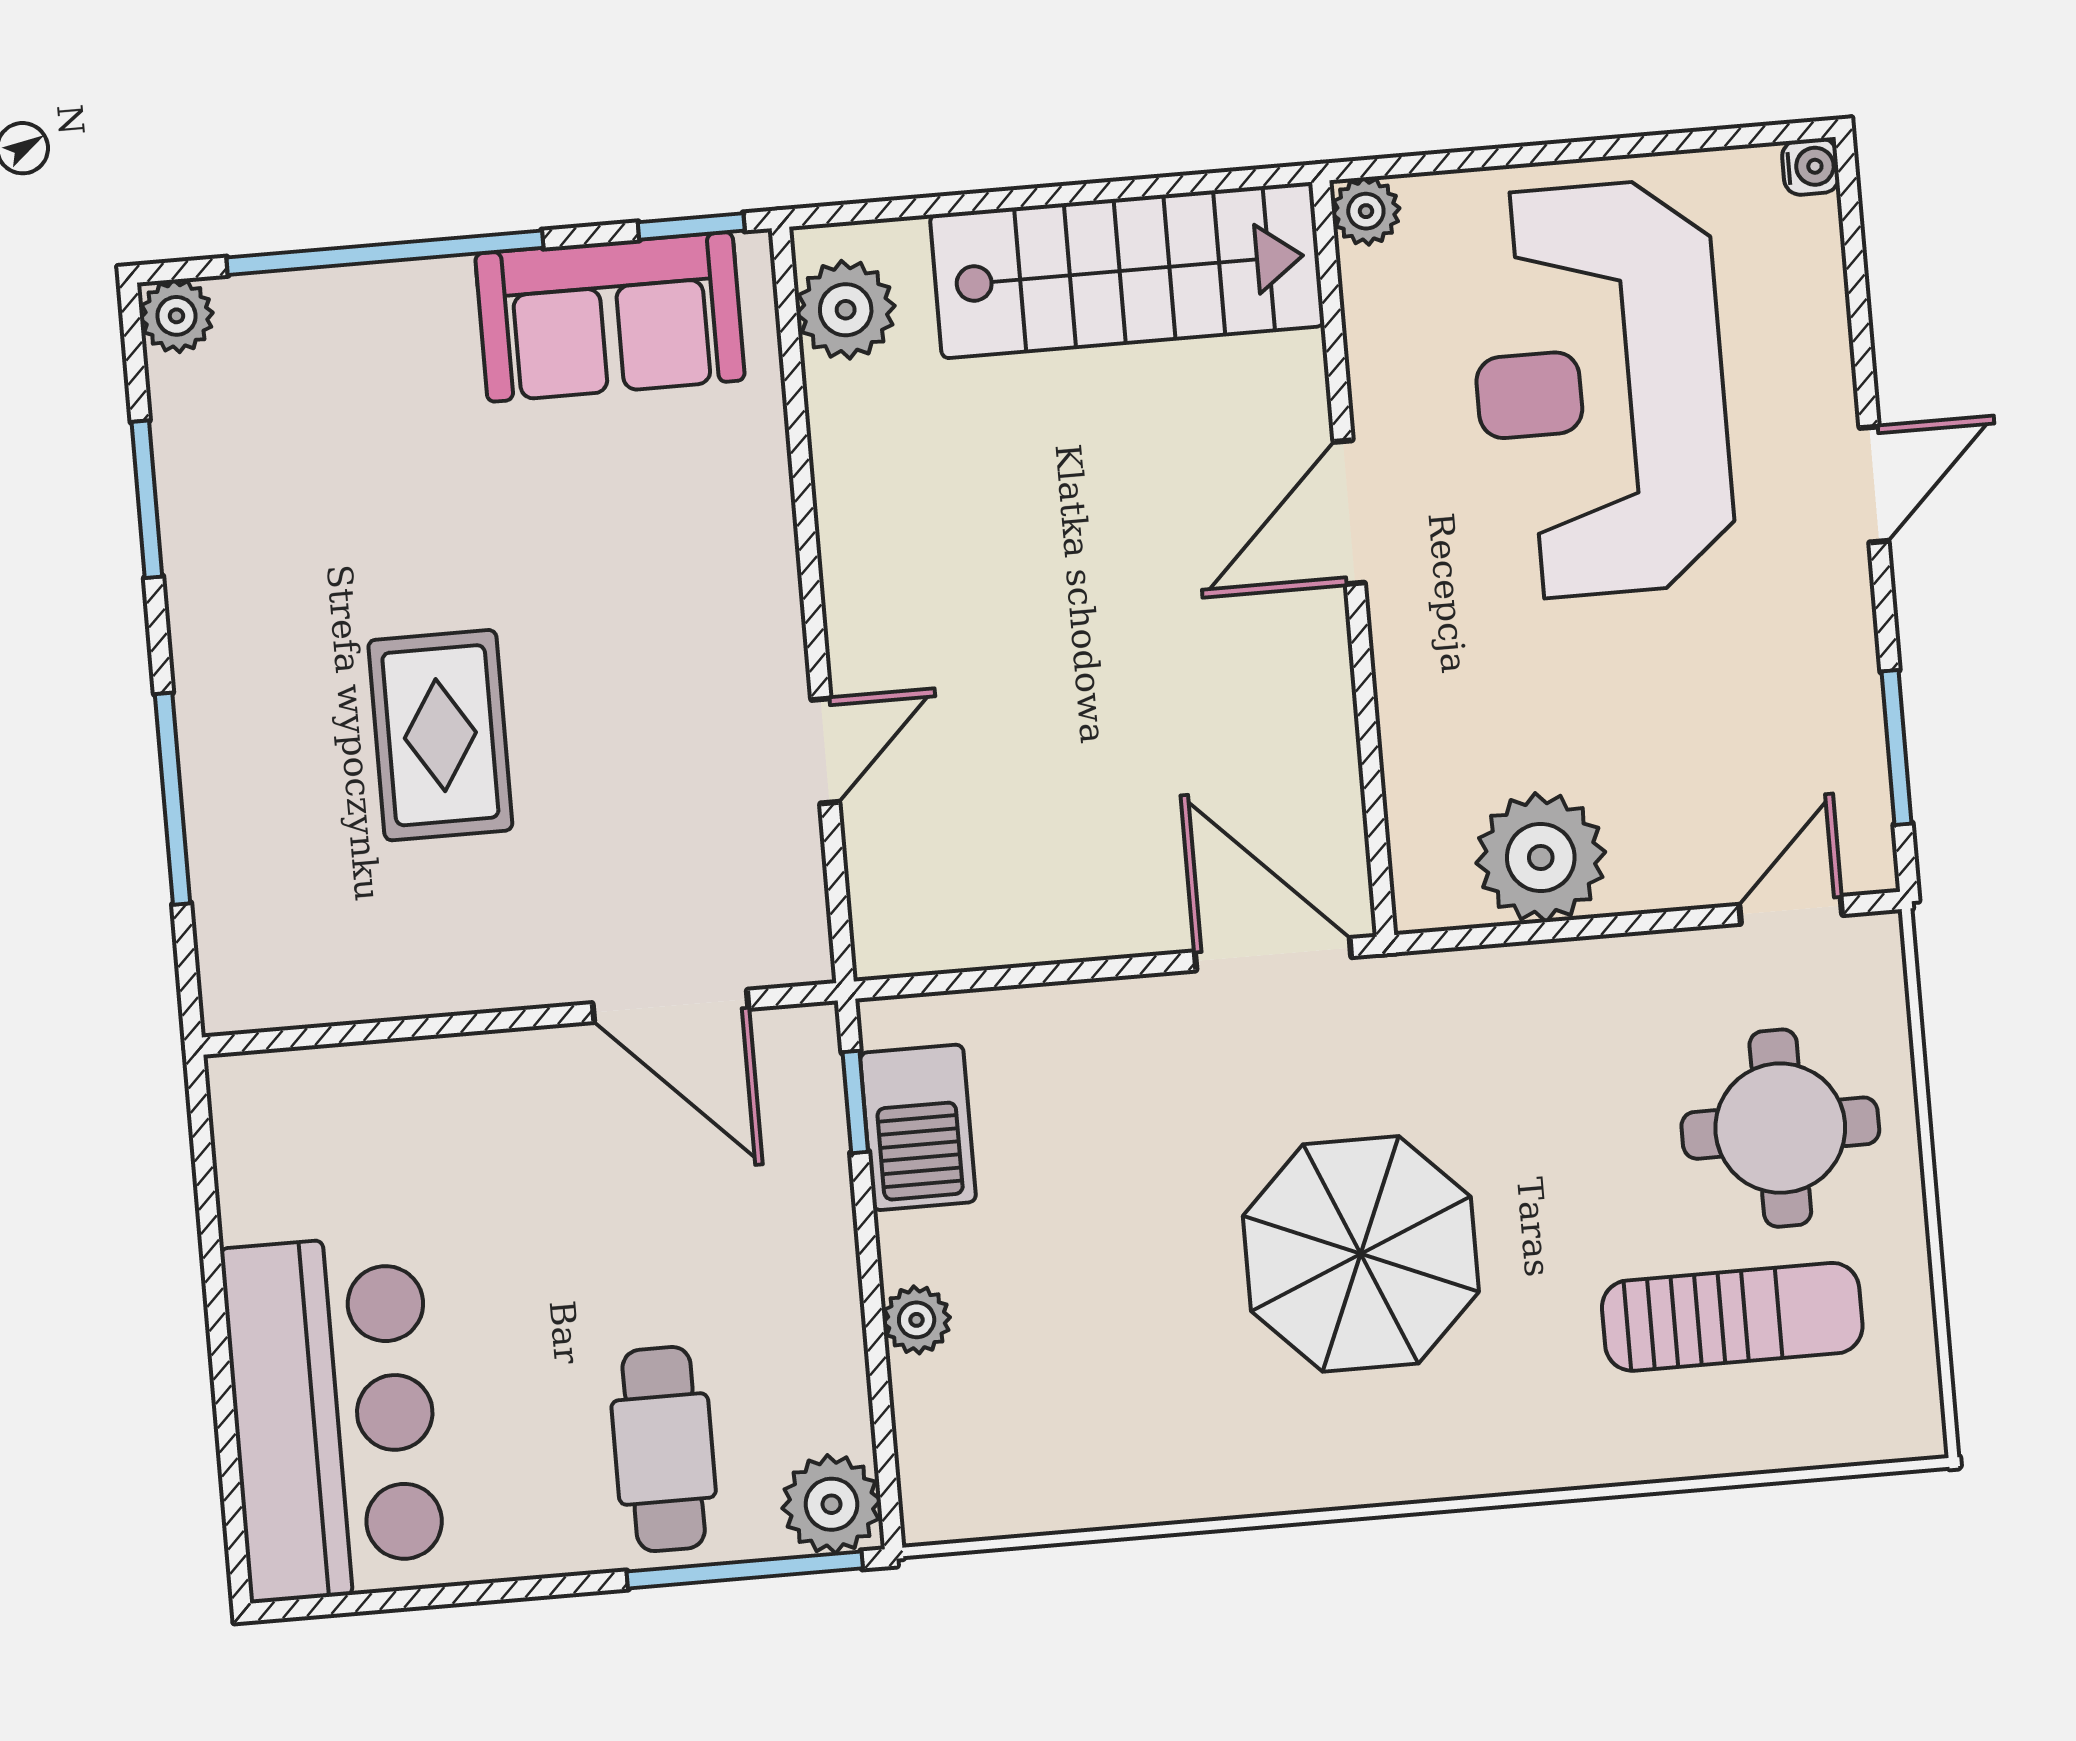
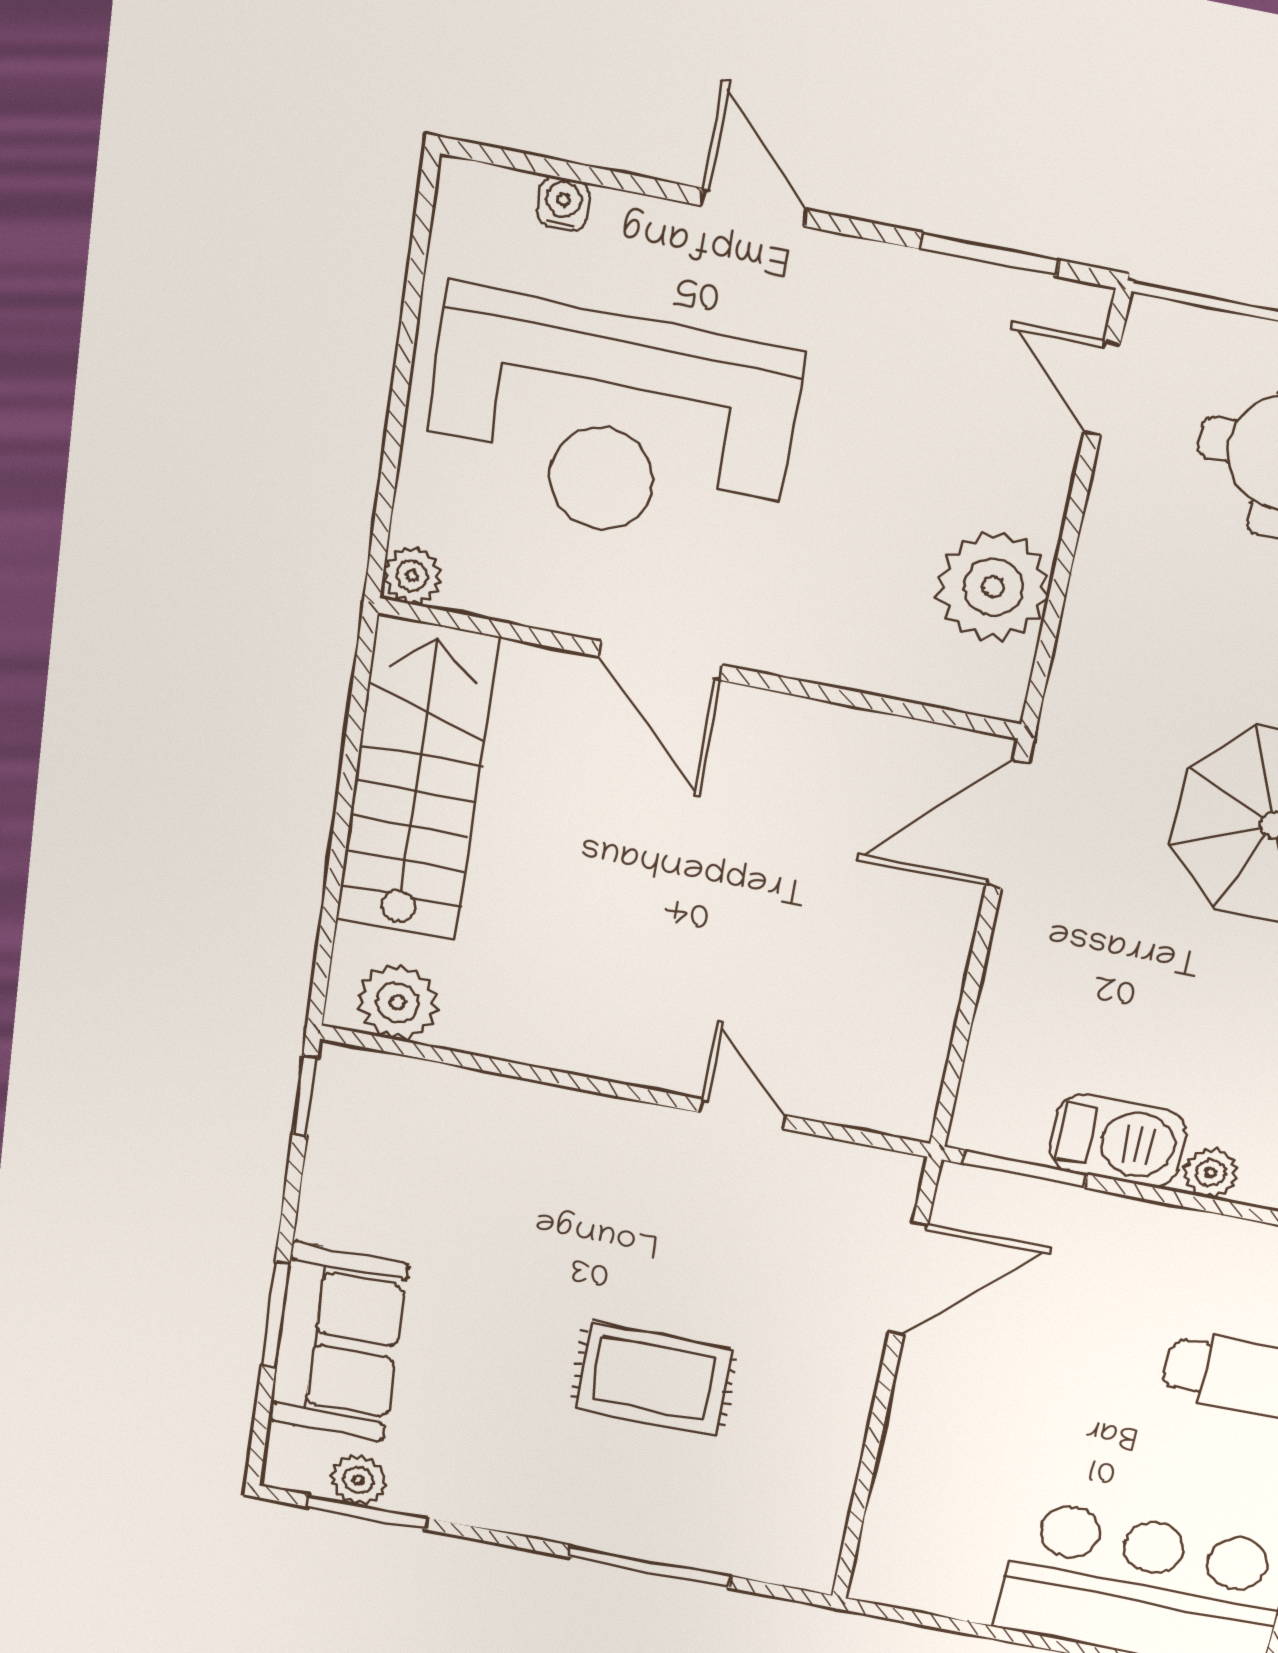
water cooler: (1811, 167) -> (563, 204), moved
window: (385, 253) -> (275, 1315), width x0.47
plant: (176, 316) -> (358, 1480), moved
sofa: (610, 317) -> (338, 1342), moved
window: (147, 499) -> (367, 1512), moved
window: (855, 1102) -> (1025, 1169), width x1.50
barbecue: (918, 1127) -> (1118, 1141), moved

